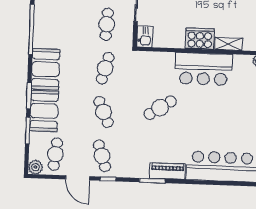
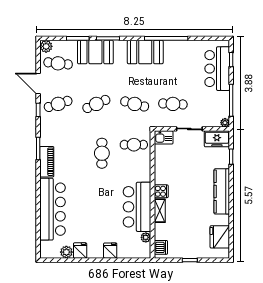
cooker: (200, 39) -> (161, 191), width x0.53, depth x0.76
booth: (46, 69) -> (145, 52), moved
bar counter: (204, 69) -> (137, 207), moved
cafe table: (152, 71) -> (134, 145), added
cafe table: (160, 108) -> (102, 153), turned 33
door: (78, 178) -> (38, 84), hinge flipped

